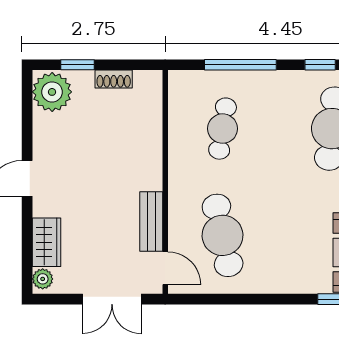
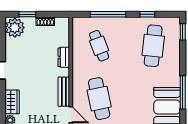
cafe table: (223, 129) -> (99, 46), turned -30
dresser: (151, 152) -> (64, 57), added

